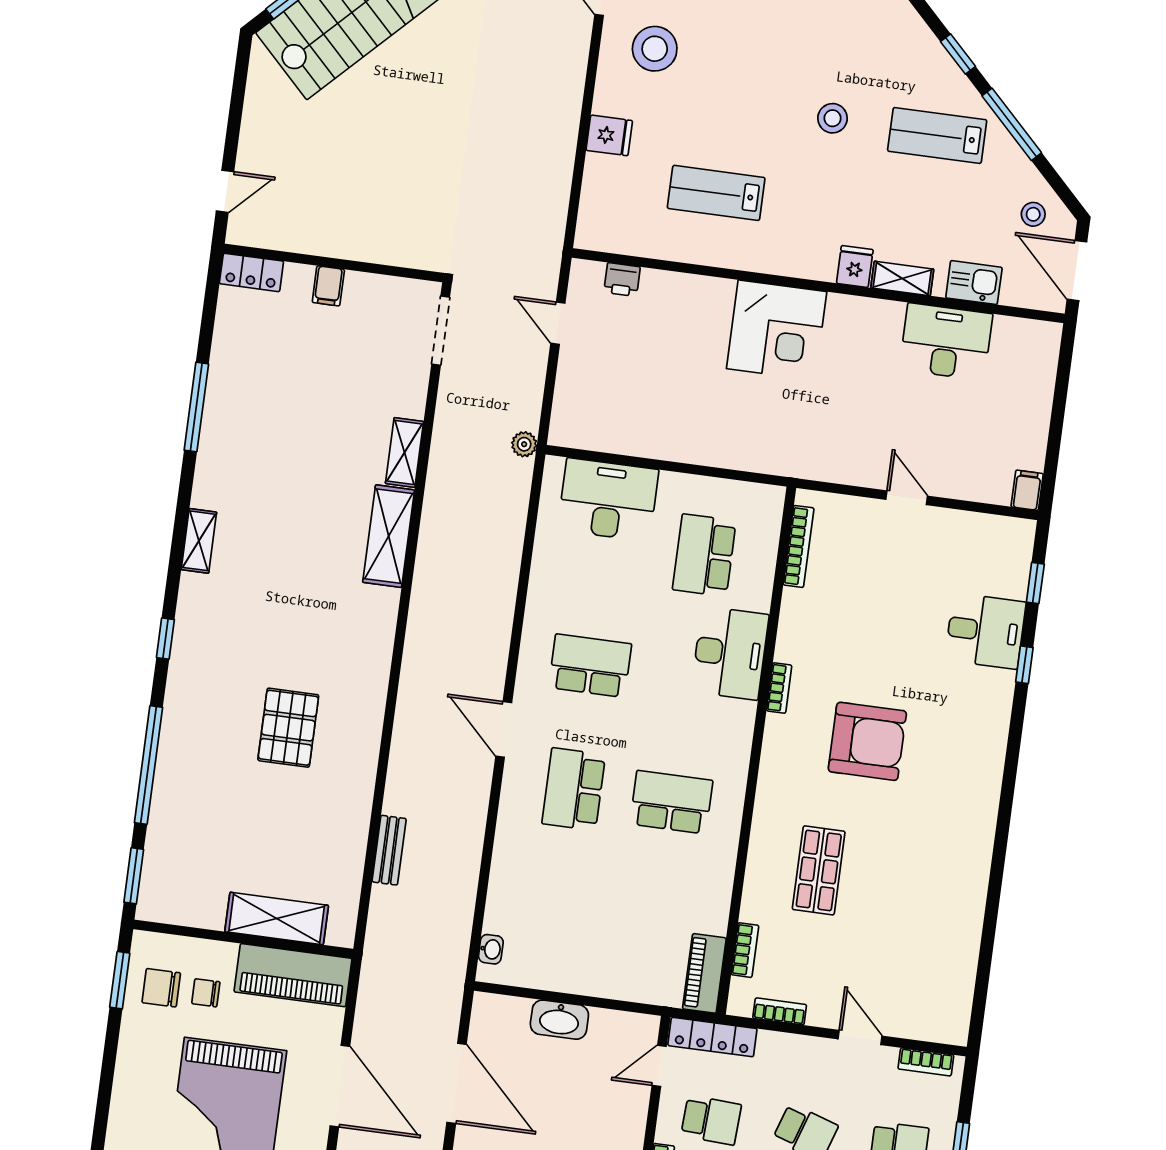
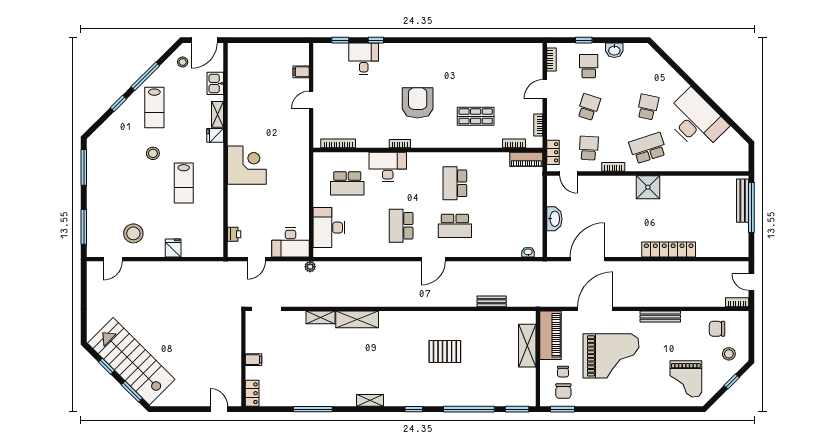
lab bench: (716, 193) -> (184, 183), moved
desk: (946, 342) -> (290, 242), moved, turned -90
filing cabinet: (1027, 490) -> (301, 72), moved
locker: (712, 1037) -> (553, 152), width x0.66

